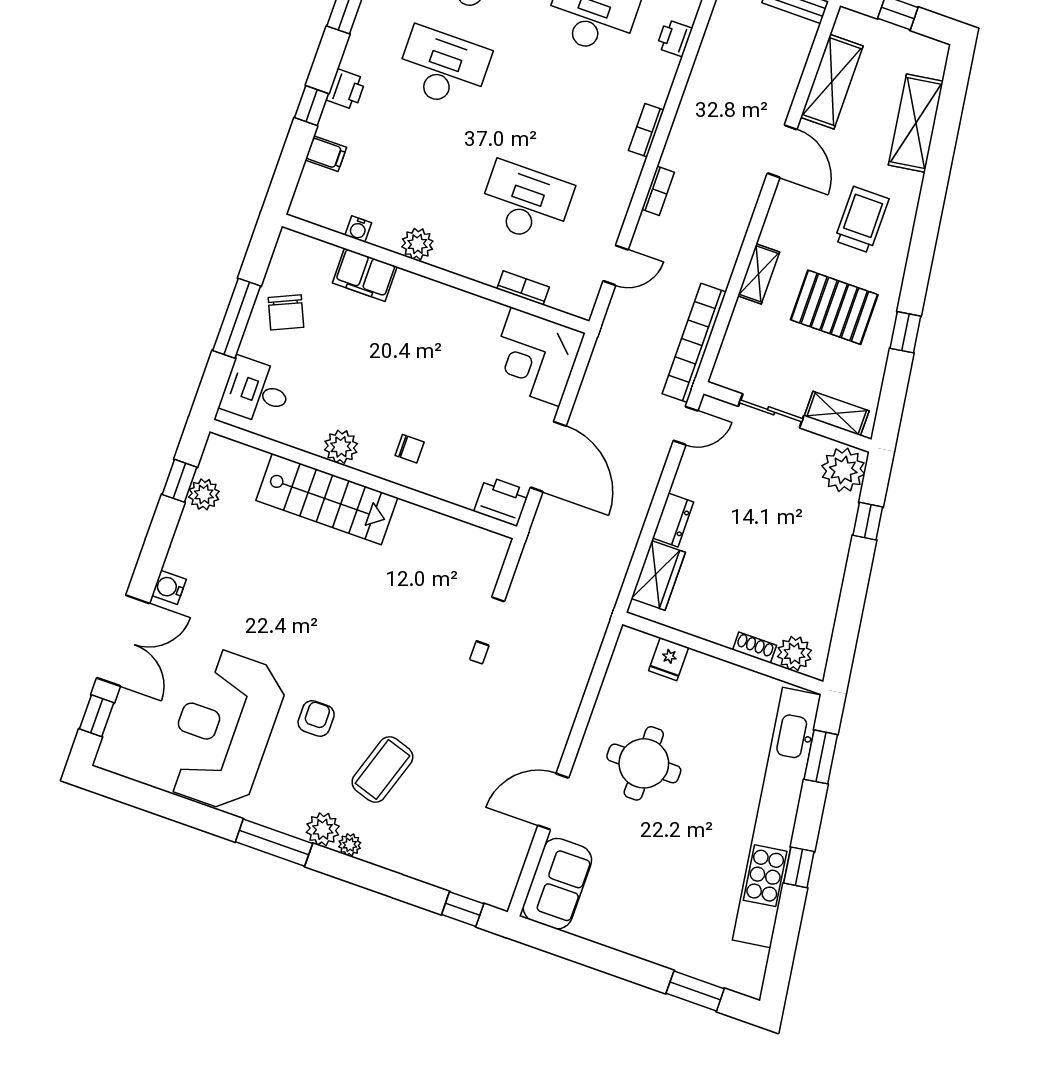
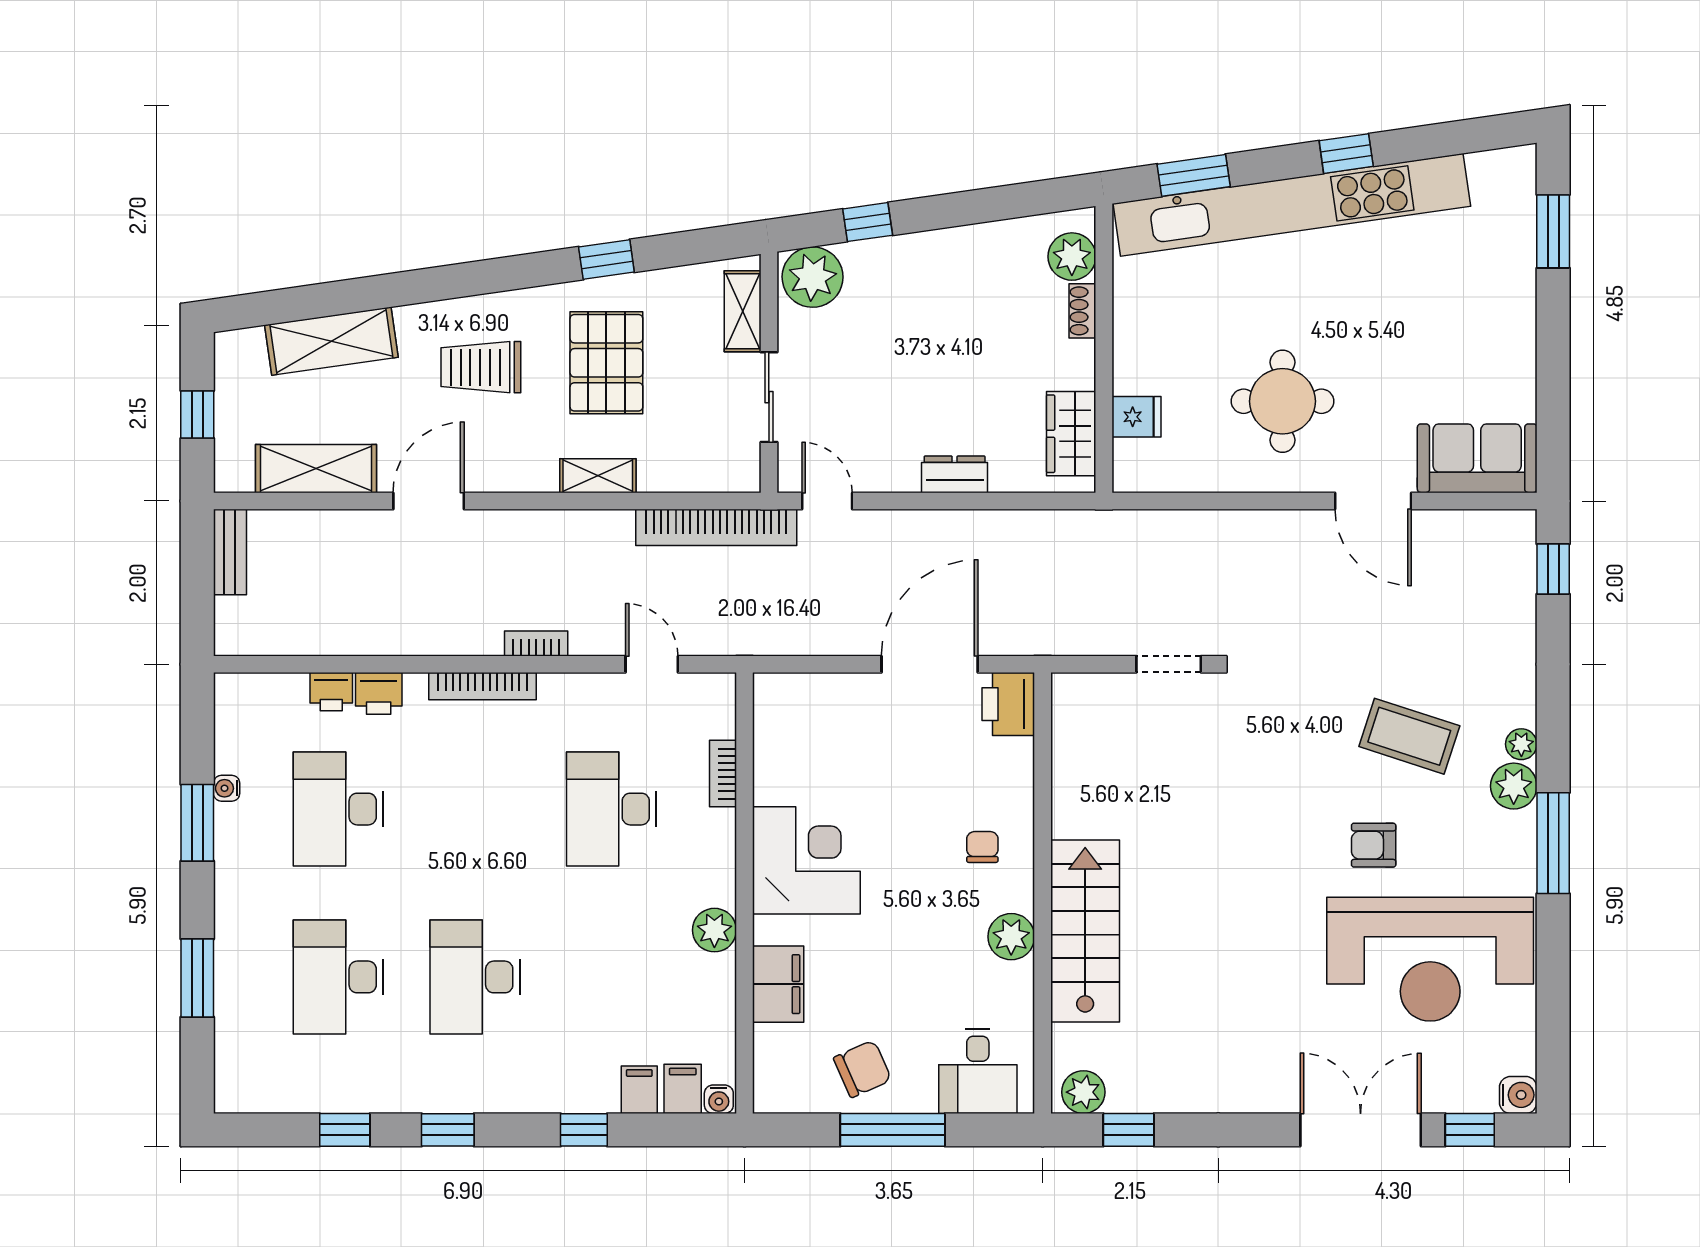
printer: (346, 89) -> (379, 693), moved, turned 180
bookcase: (646, 130) -> (483, 686), width x1.56
filing cabinet: (316, 184) -> (683, 1089), added
water cooler: (358, 229) -> (719, 1099), moved, turned 90
corner desk: (535, 357) -> (806, 860), moved, turned -90
plant: (204, 494) -> (1083, 1092), moved
wardrobe: (658, 575) -> (1071, 434), moved, turned -90
water cooler: (169, 587) -> (1518, 1095), moved, turned -90

